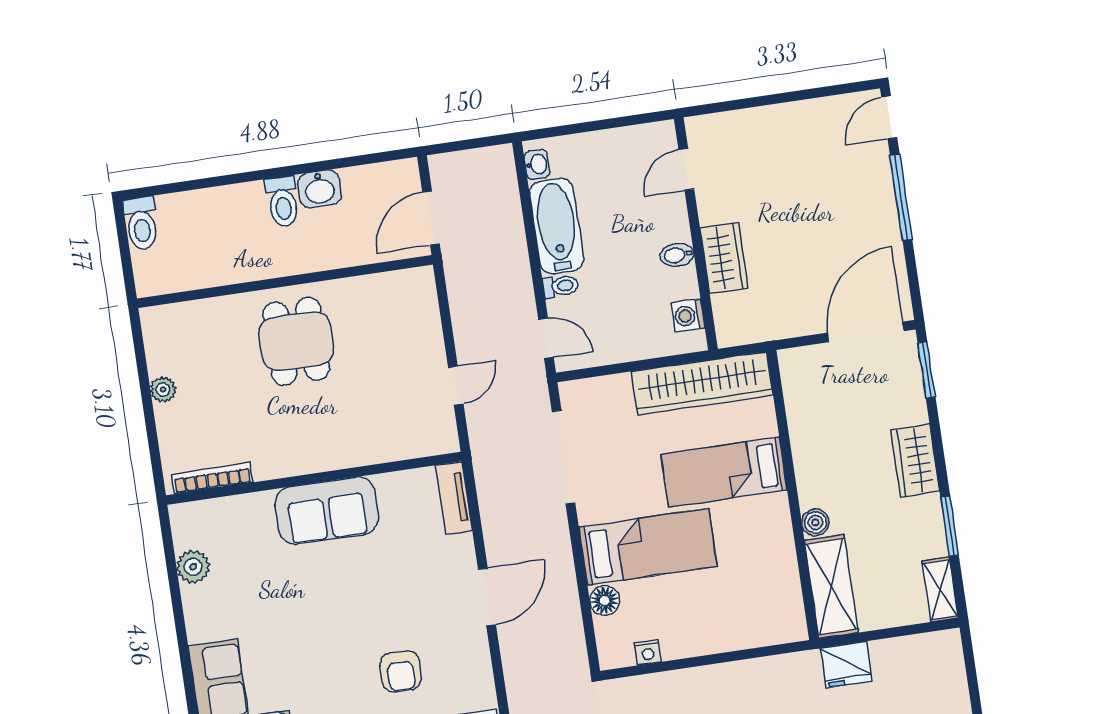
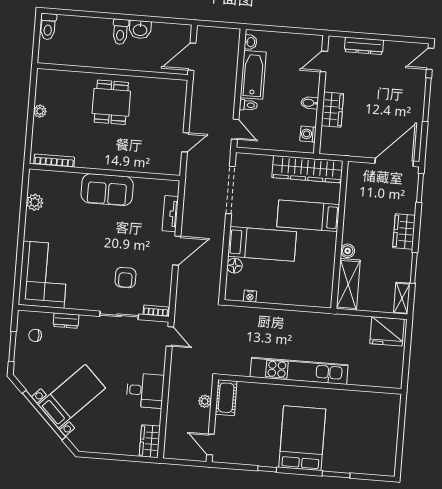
dresser: (756, 121) -> (364, 46), added
tv unit: (454, 498) -> (170, 214), moved
fridge: (846, 665) -> (387, 331), moved, width x1.36, depth x1.34

